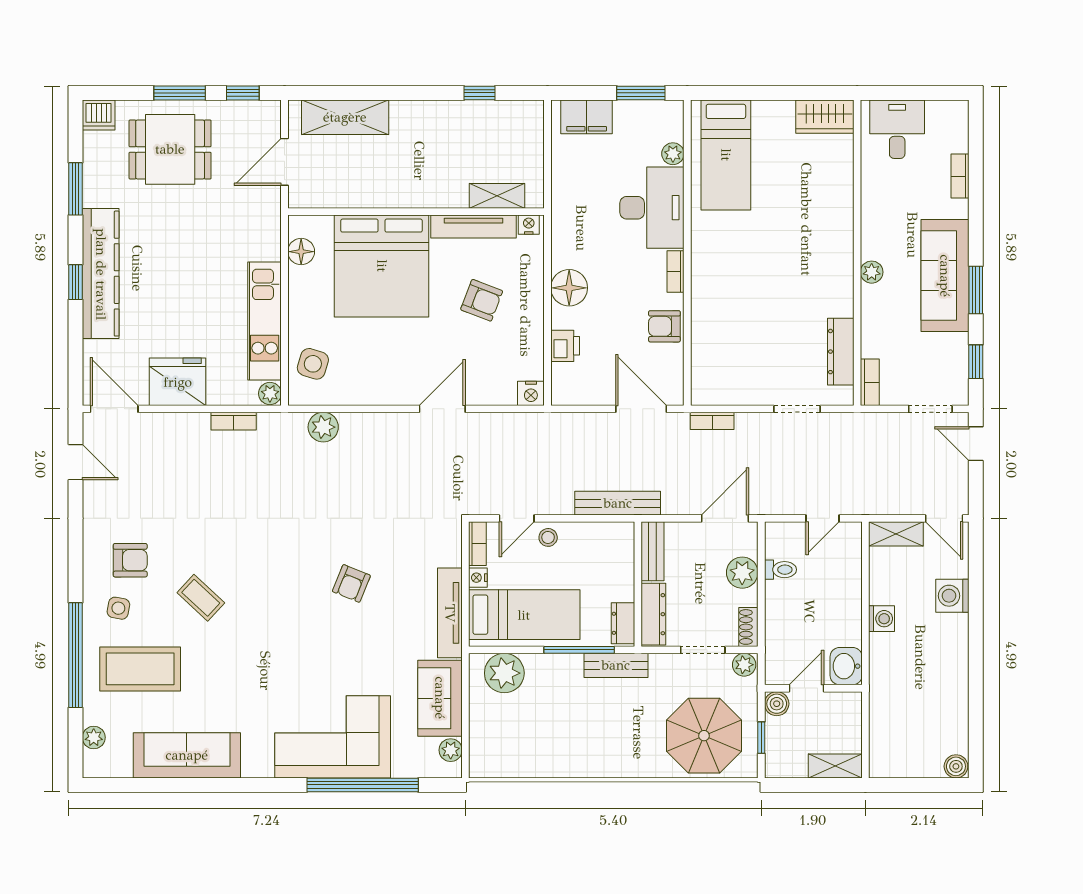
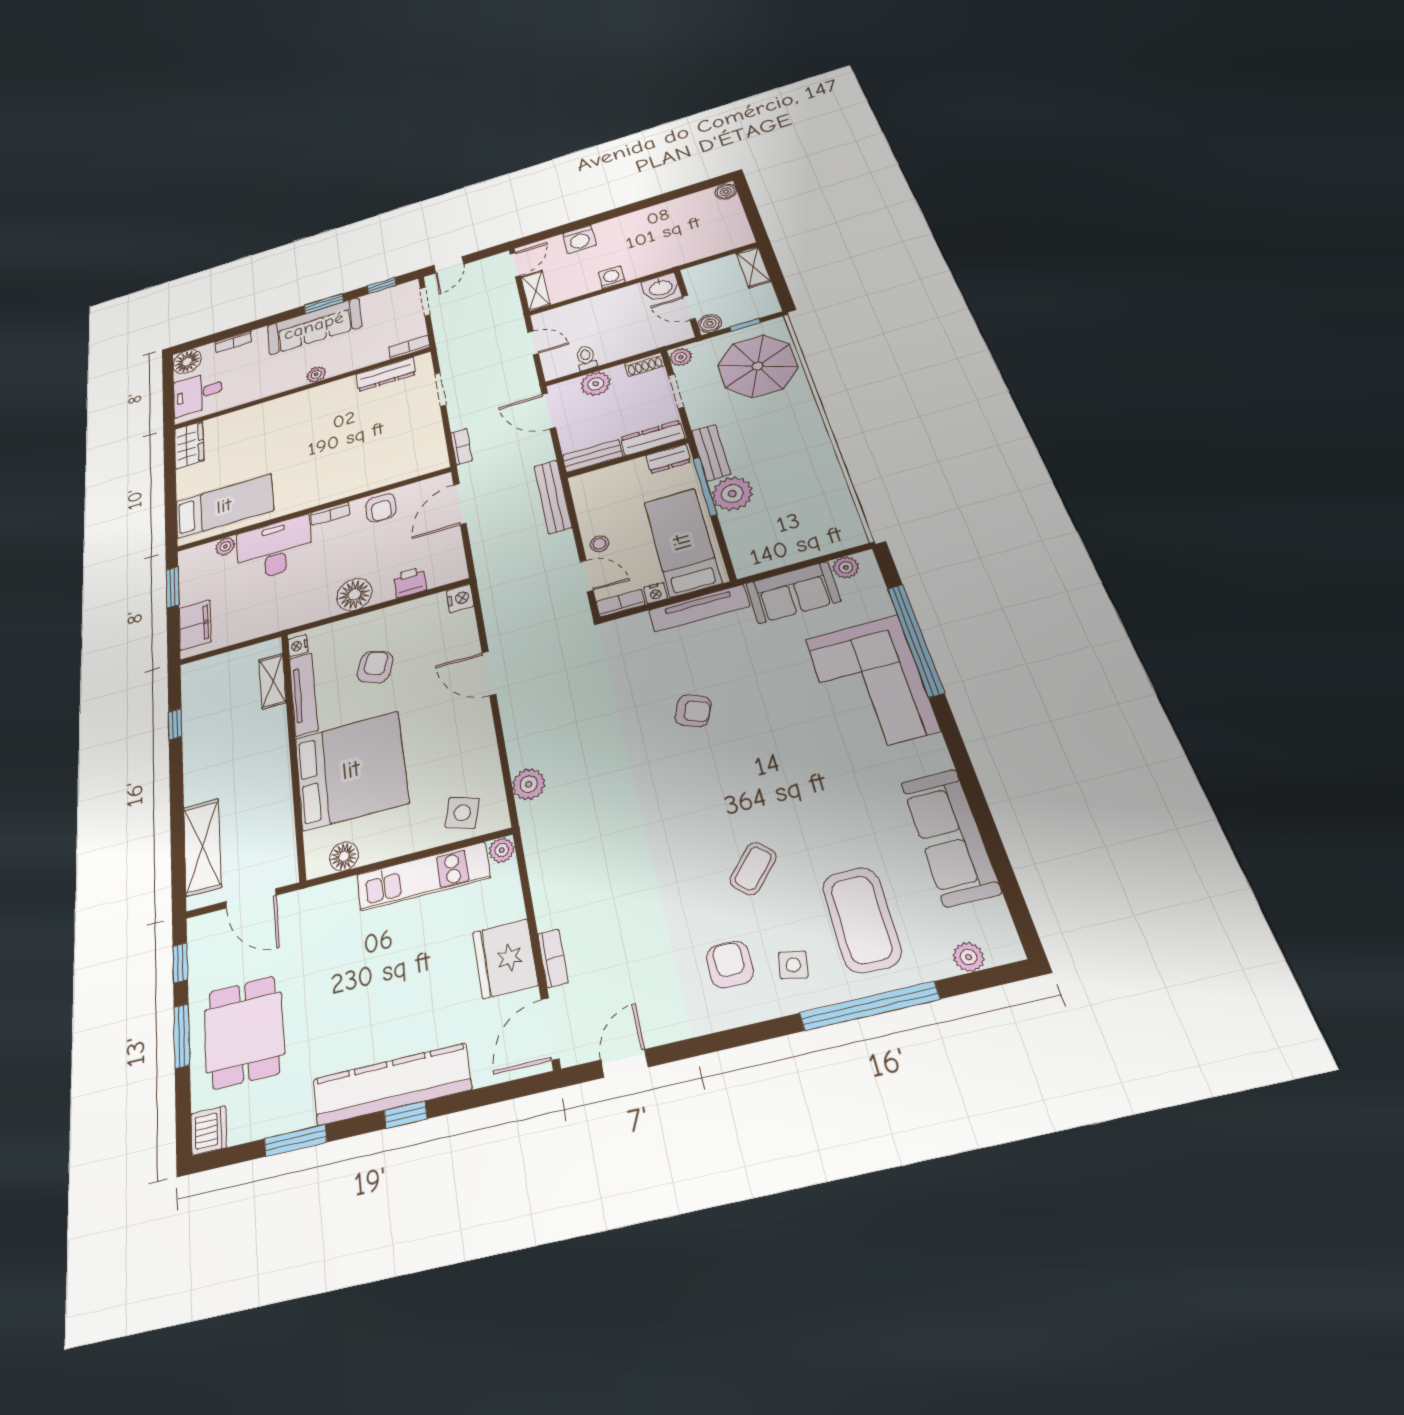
floor lamp: (951, 118) -> (187, 362), added
bookcase: (234, 421) -> (553, 958), moved
plant: (504, 673) -> (732, 494), moved

